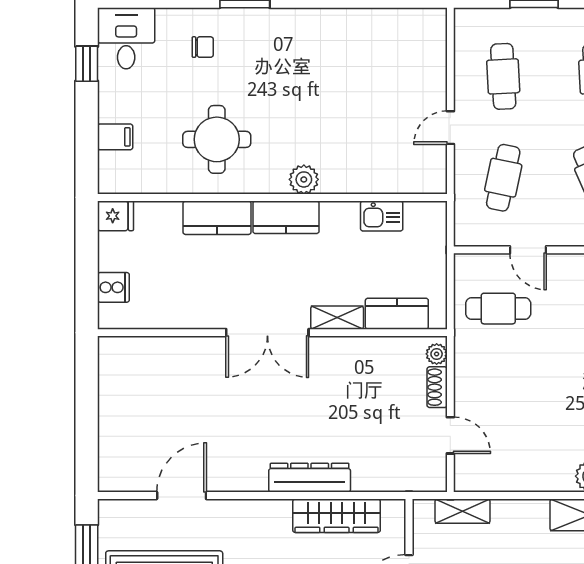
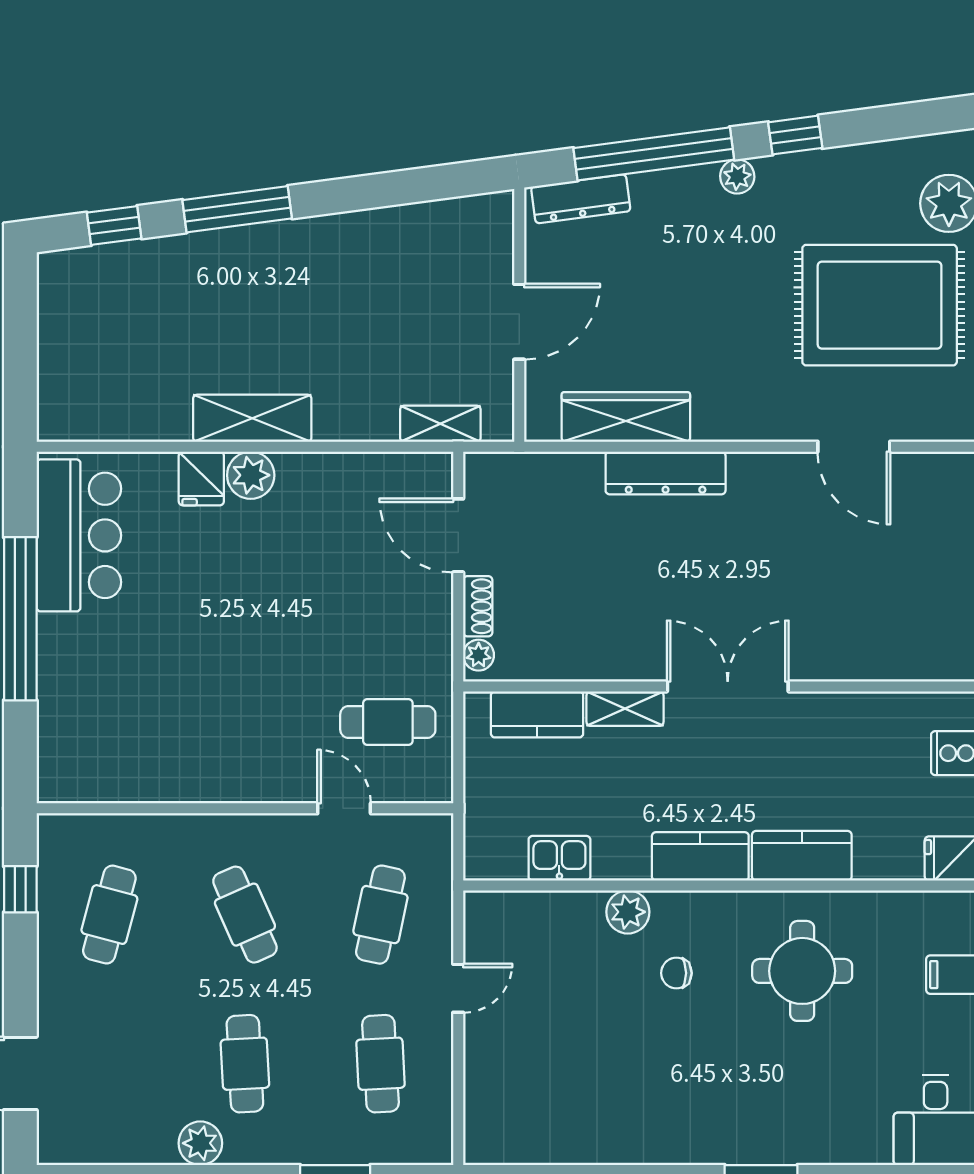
chair: (203, 47) -> (676, 973), moved
plant: (304, 179) -> (628, 912), moved
door: (450, 435) -> (458, 535), width x1.38
door: (182, 496) -> (854, 447), hinge flipped

